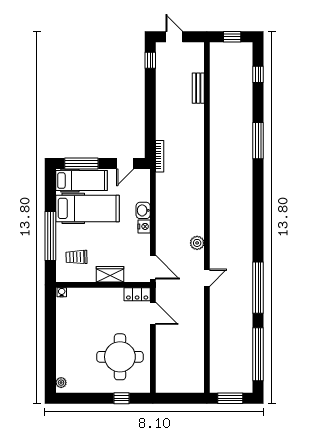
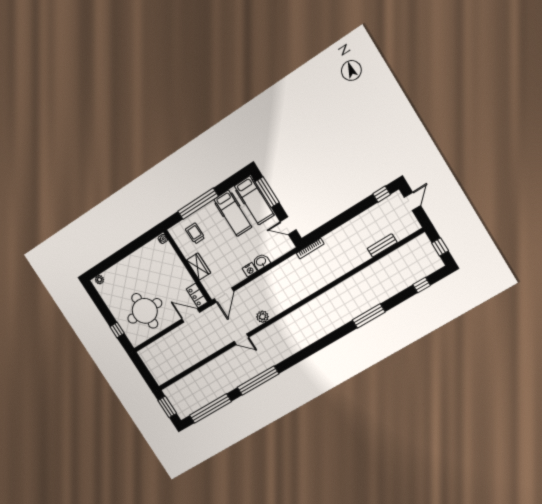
hospital bed: (87, 208) -> (233, 213), width x0.73, depth x0.78
door: (153, 313) -> (191, 316), swing flipped

